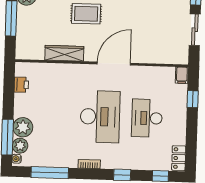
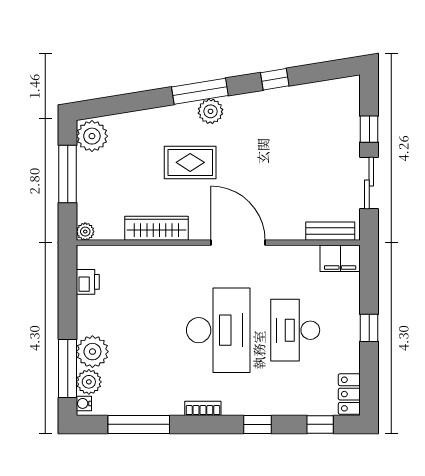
plant: (21, 54) -> (85, 232), added
bench: (170, 58) -> (330, 231), added
door: (114, 64) -> (238, 243), hinge flipped
filing cabinet: (182, 75) -> (340, 258), width x2.00
window: (193, 99) -> (369, 328), moved

